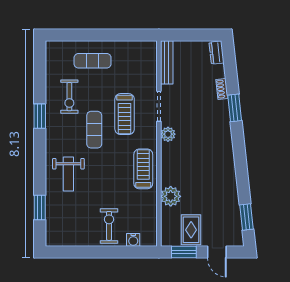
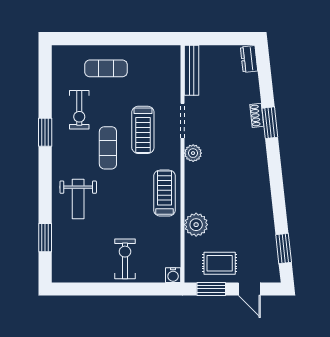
shoe rack: (222, 89) -> (257, 115), moved
rug: (191, 230) -> (220, 263), turned 90
water cooler: (133, 240) -> (173, 275), moved

